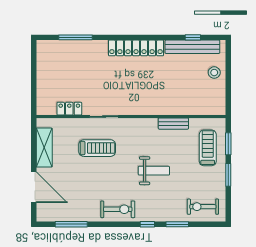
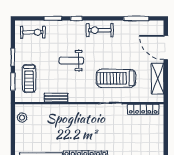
stool: (214, 73) -> (22, 118), moved
locker: (69, 109) -> (143, 109), width x1.53
treadmill: (97, 148) -> (116, 78), width x1.37, depth x1.38

